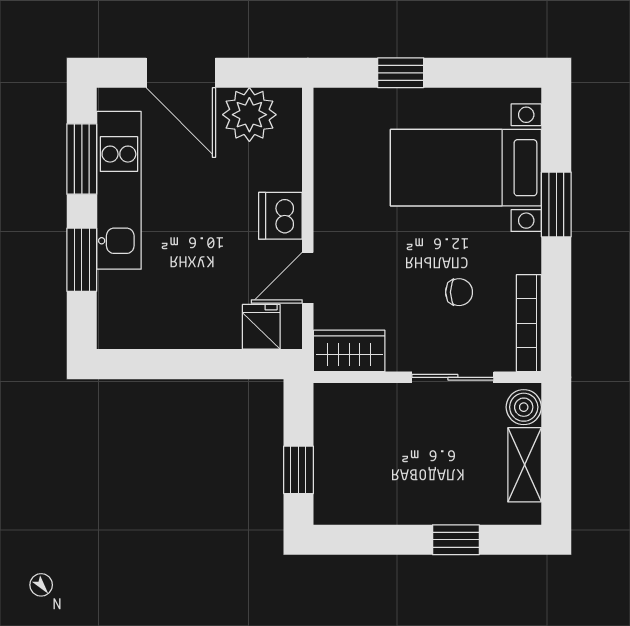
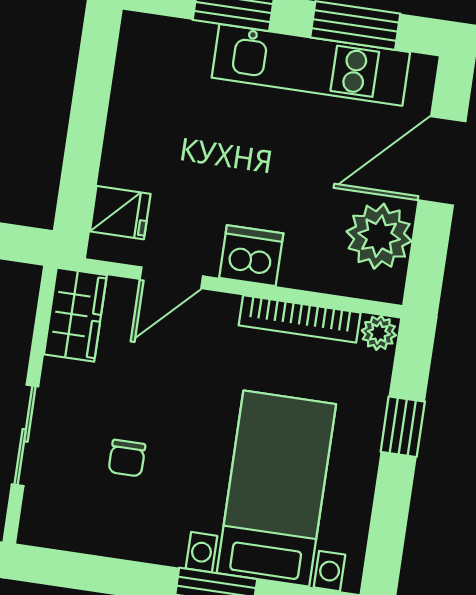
plant: (328, 103) -> (379, 333), added
door: (308, 278) -> (171, 278), swing flipped
bookcase: (529, 323) -> (300, 319), moved, turned 180

